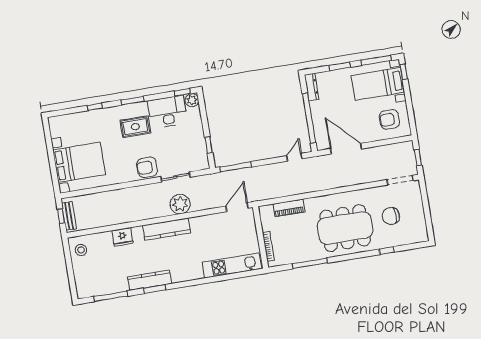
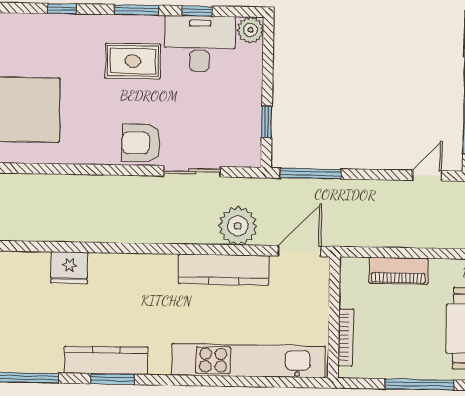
window: (182, 92) -> (197, 11), moved
plant: (180, 204) -> (238, 226), moved
kitchen counter: (167, 229) -> (224, 270), moved
kitchen unit: (232, 265) -> (248, 361), width x1.36

